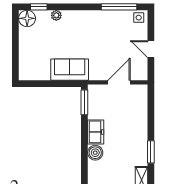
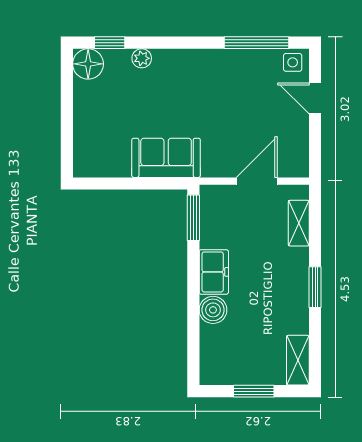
door: (151, 49) -> (315, 98), moved
shelving: (142, 105) -> (299, 223), added
window: (151, 152) -> (315, 287), moved

